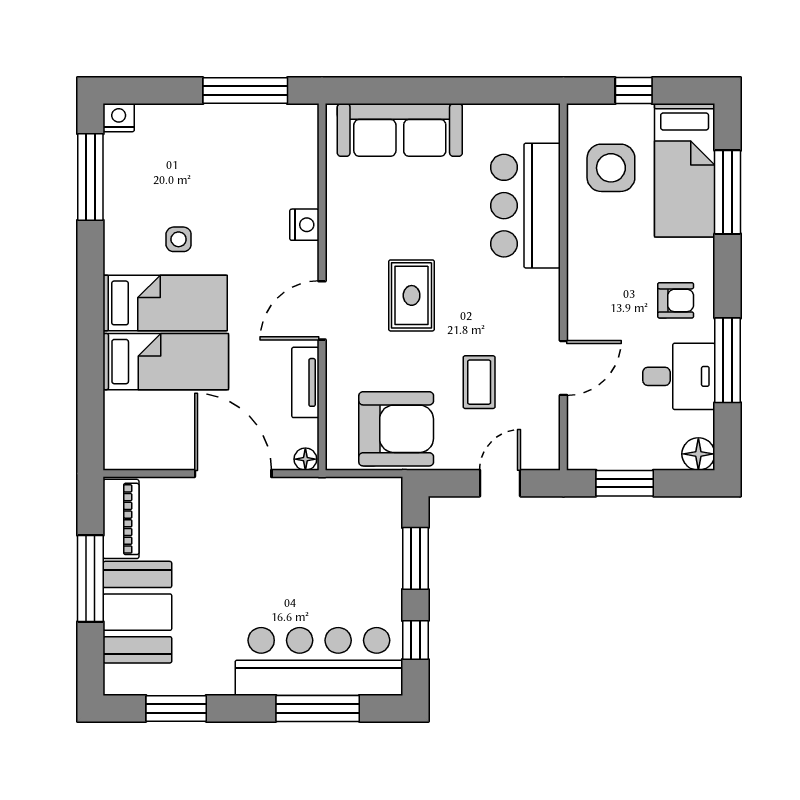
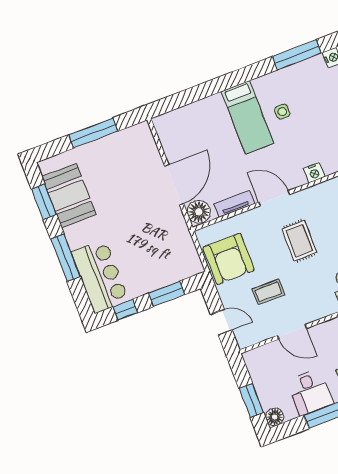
rug: (412, 295) -> (299, 241), turned 90
bed: (166, 362) -> (218, 129), removed
floor lamp: (305, 459) -> (199, 212), width x1.89, depth x1.89
window: (625, 483) -> (251, 400), moved
piano: (121, 519) -> (129, 137), removed
booth: (137, 612) -> (69, 195), moved, turned 90
bar counter: (319, 661) -> (100, 276), width x0.73
window: (318, 708) -> (66, 258), moved

